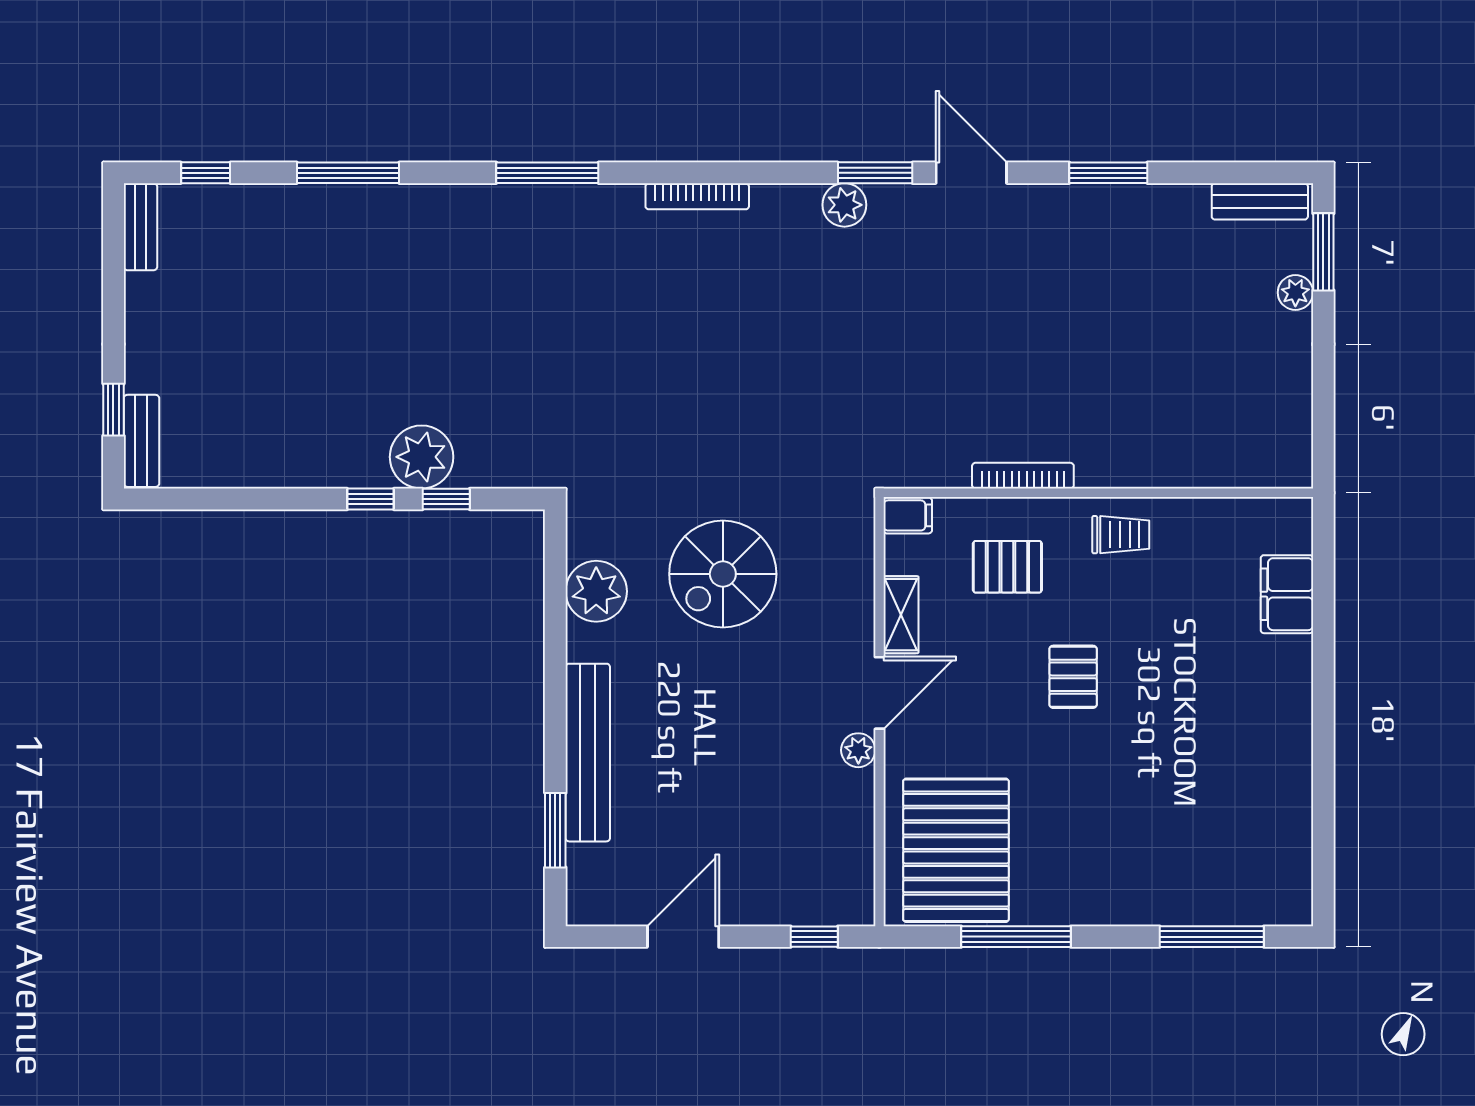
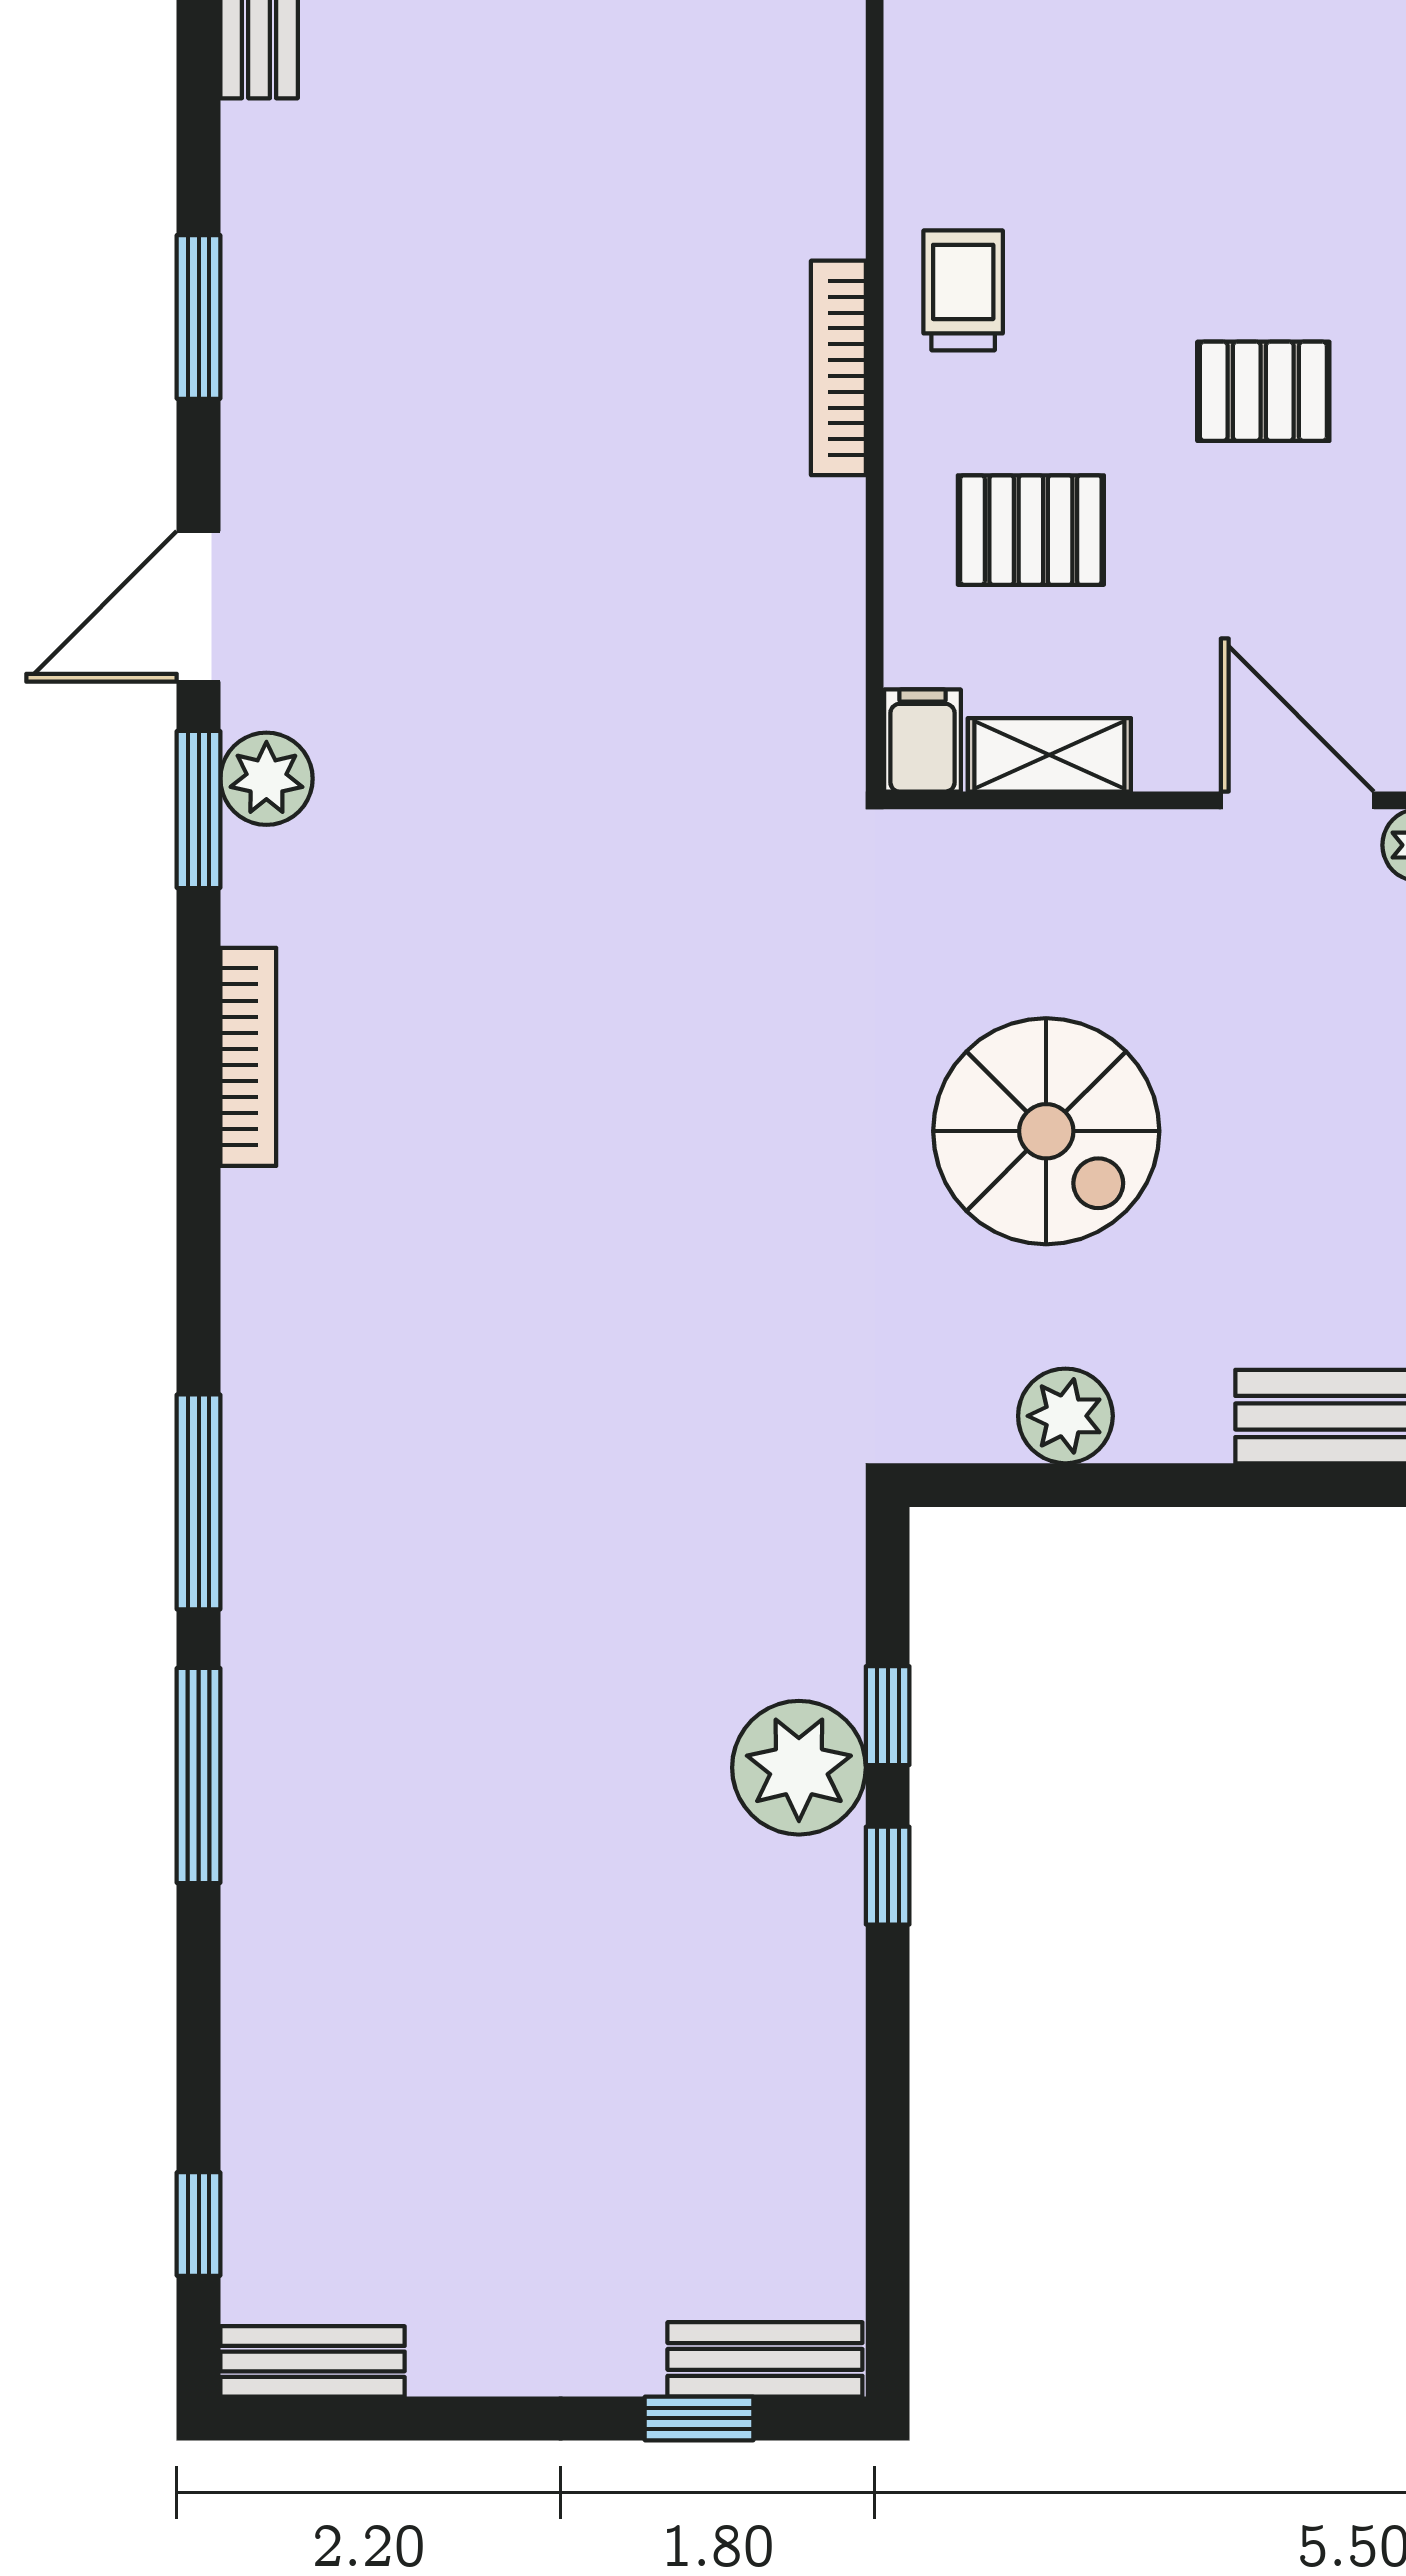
window: (348, 173) -> (199, 1775), moved
bookcase: (697, 196) -> (248, 1057), moved
plant: (844, 205) -> (266, 779), moved
bookcase: (1023, 476) -> (838, 368), moved
pallet: (1007, 567) -> (1031, 530), turned 90
plant: (596, 591) -> (1065, 1416), width x0.73, depth x0.73
shelving: (901, 615) -> (1049, 755), moved

